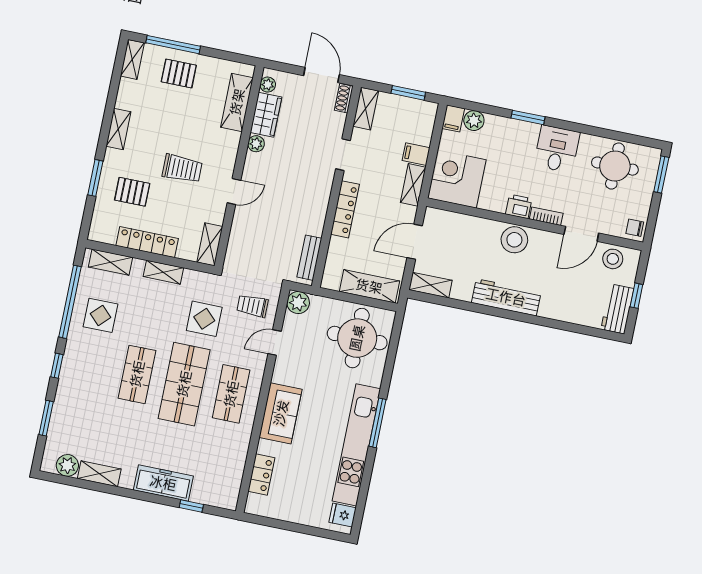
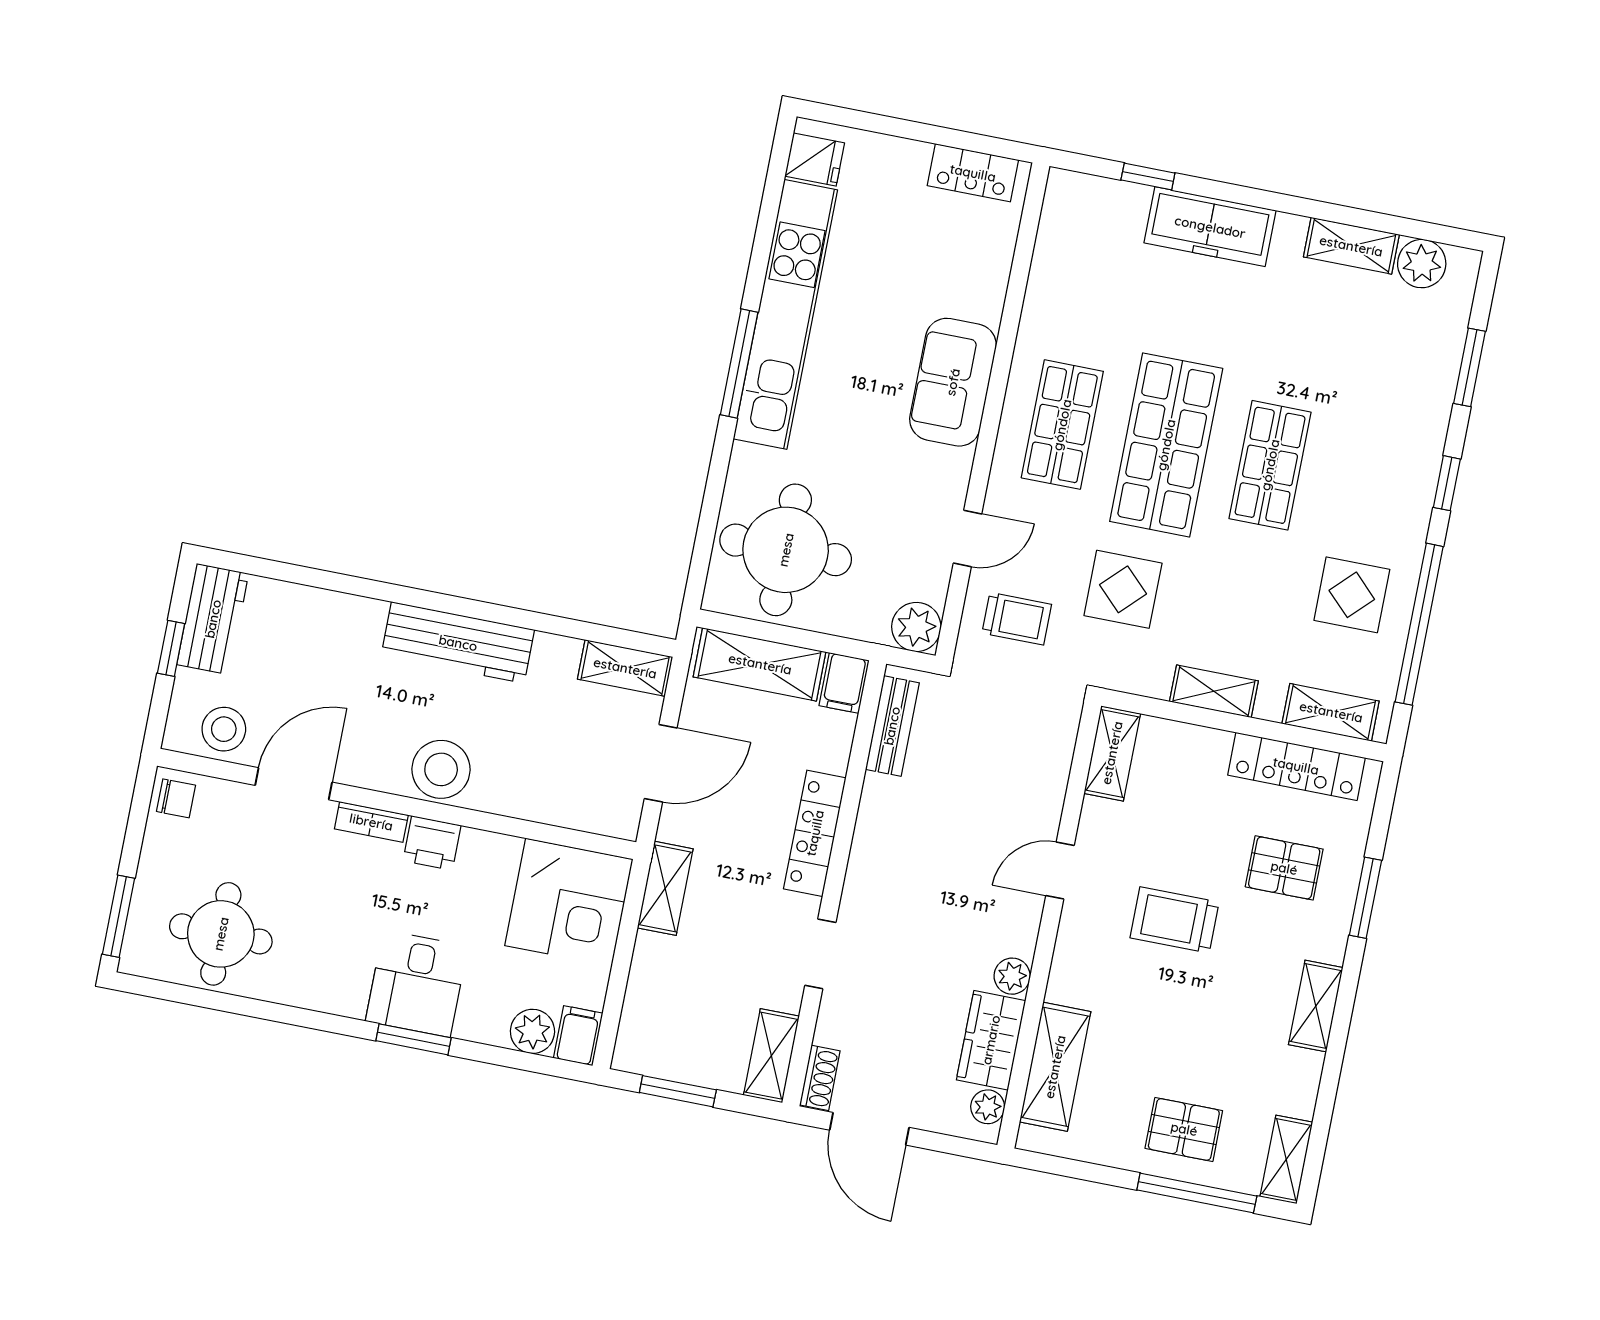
desk: (557, 149) -> (417, 984), moved
filing cabinet: (416, 154) -> (844, 683), moved, turned 90
locker: (147, 242) -> (1296, 766), moved
locker: (261, 475) -> (973, 173), moved, turned -90

